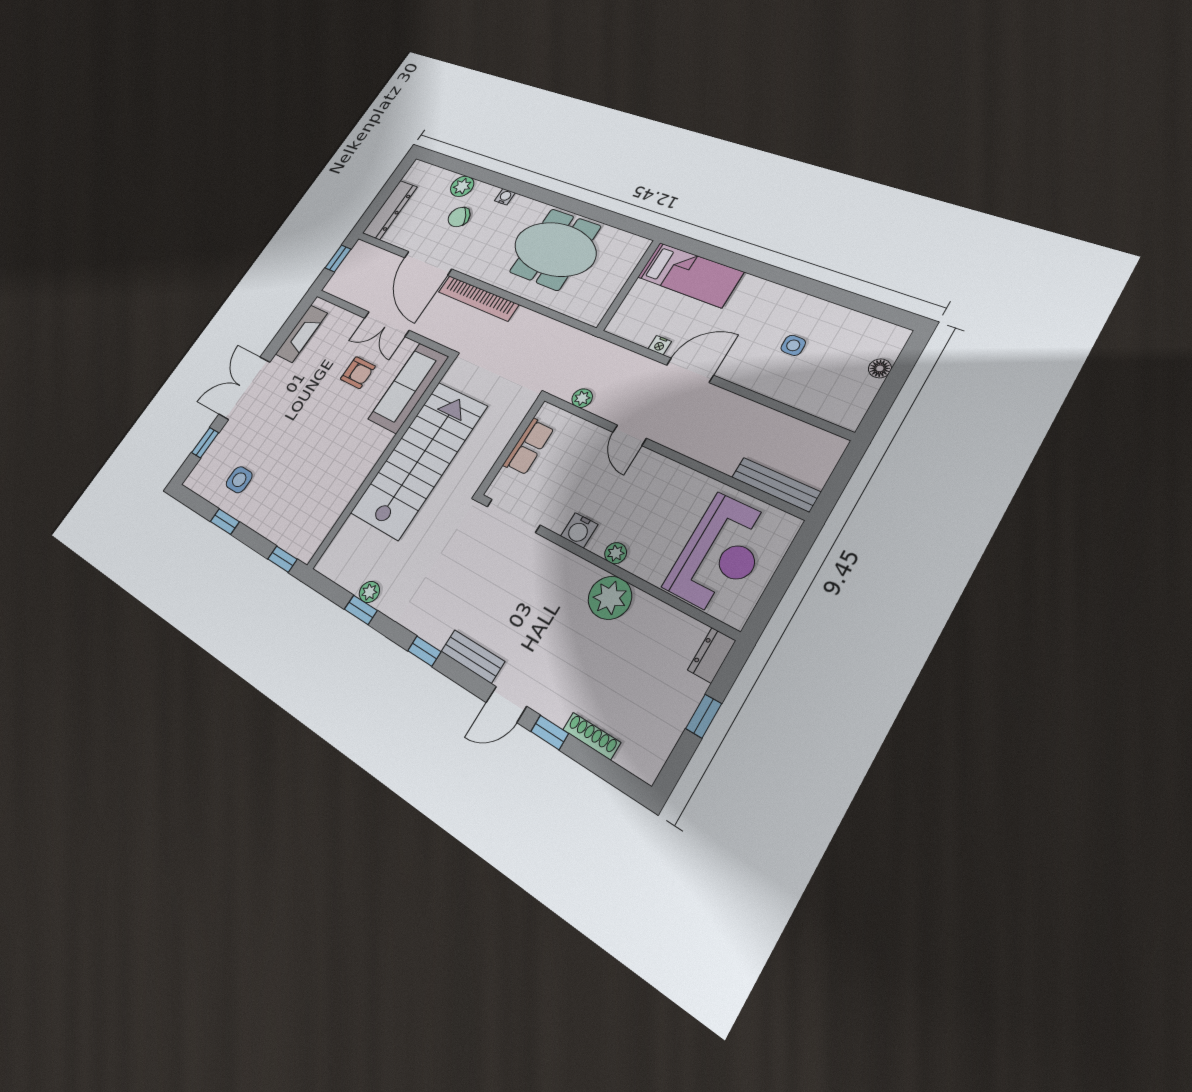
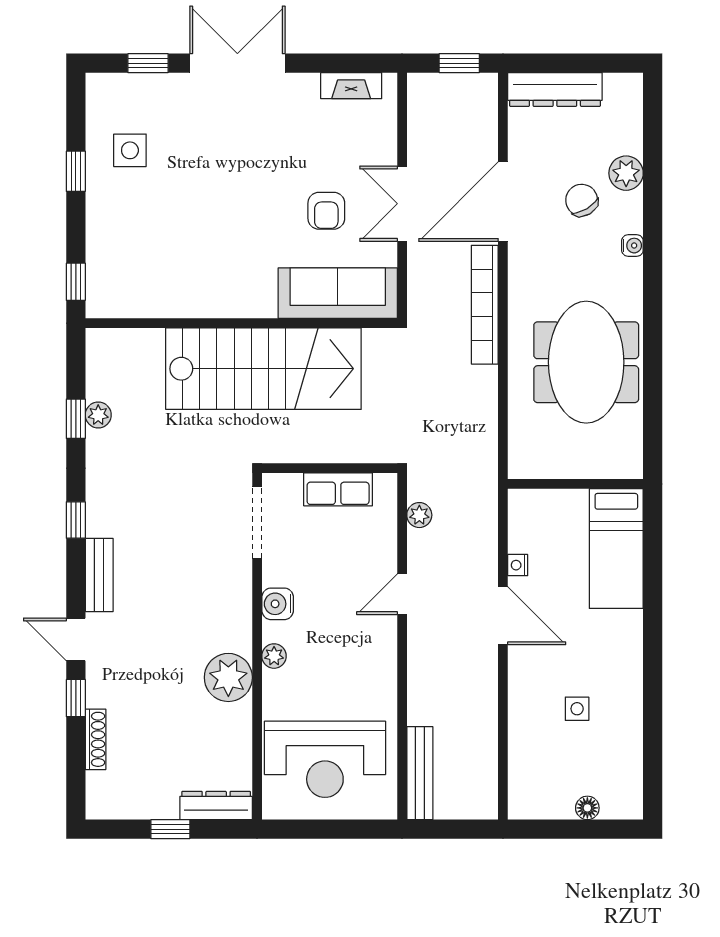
fireplace: (301, 334) -> (351, 86), width x0.73, depth x0.76
dresser: (712, 655) -> (216, 805), width x1.44

